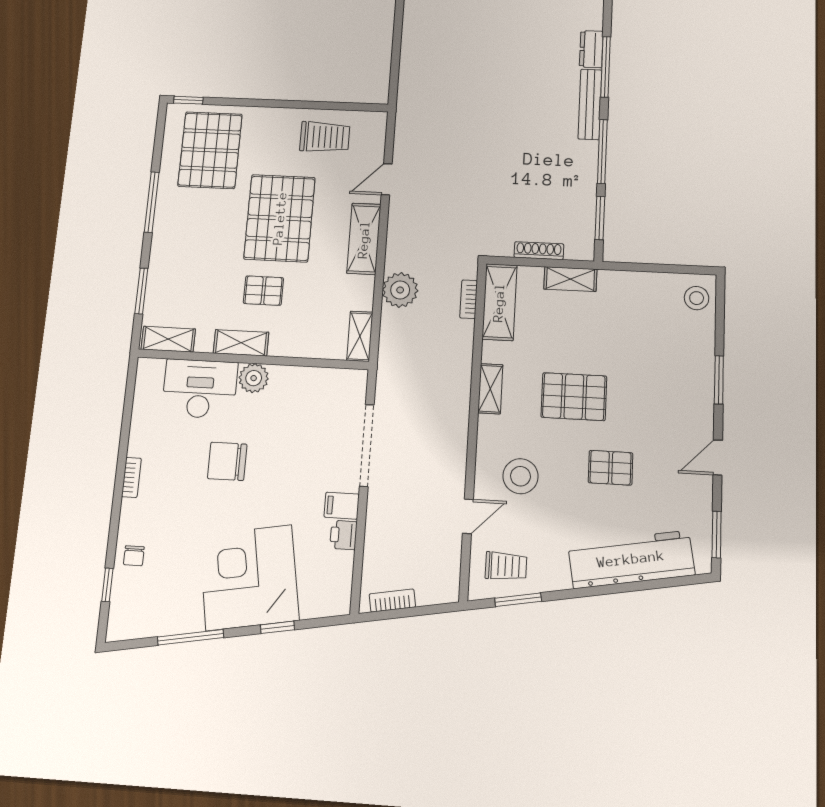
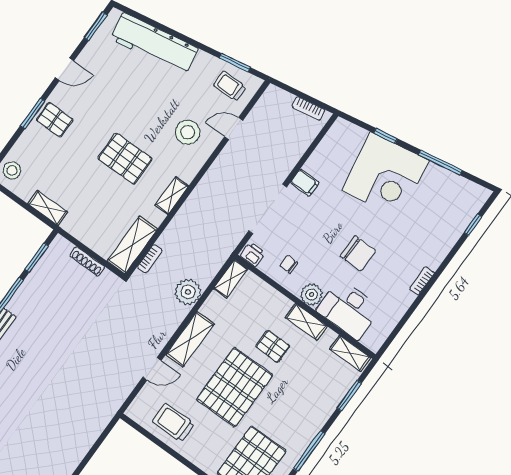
shelving: (570, 279) -> (48, 208), moved
pallet: (610, 468) -> (55, 120), moved
printer: (343, 535) -> (253, 254), moved, turned -90
chair: (134, 556) -> (289, 264), moved, turned -90

